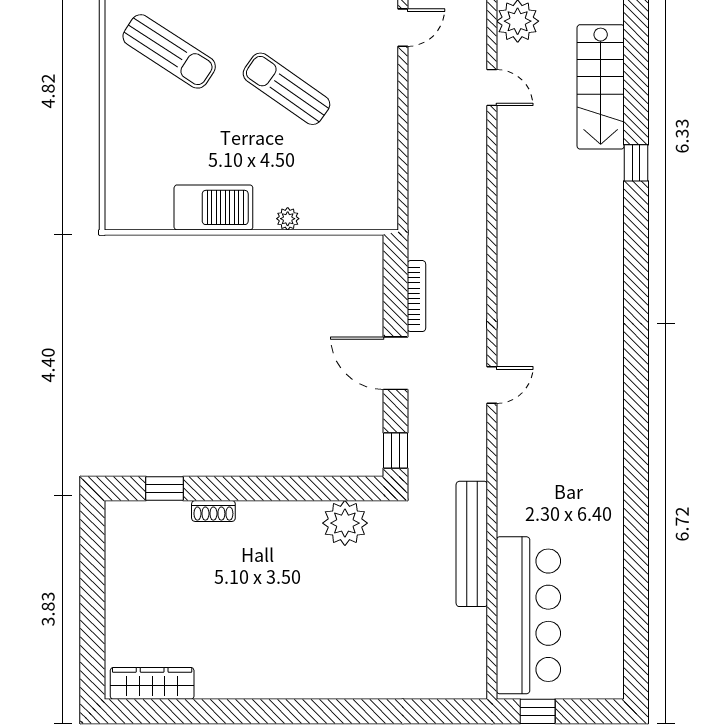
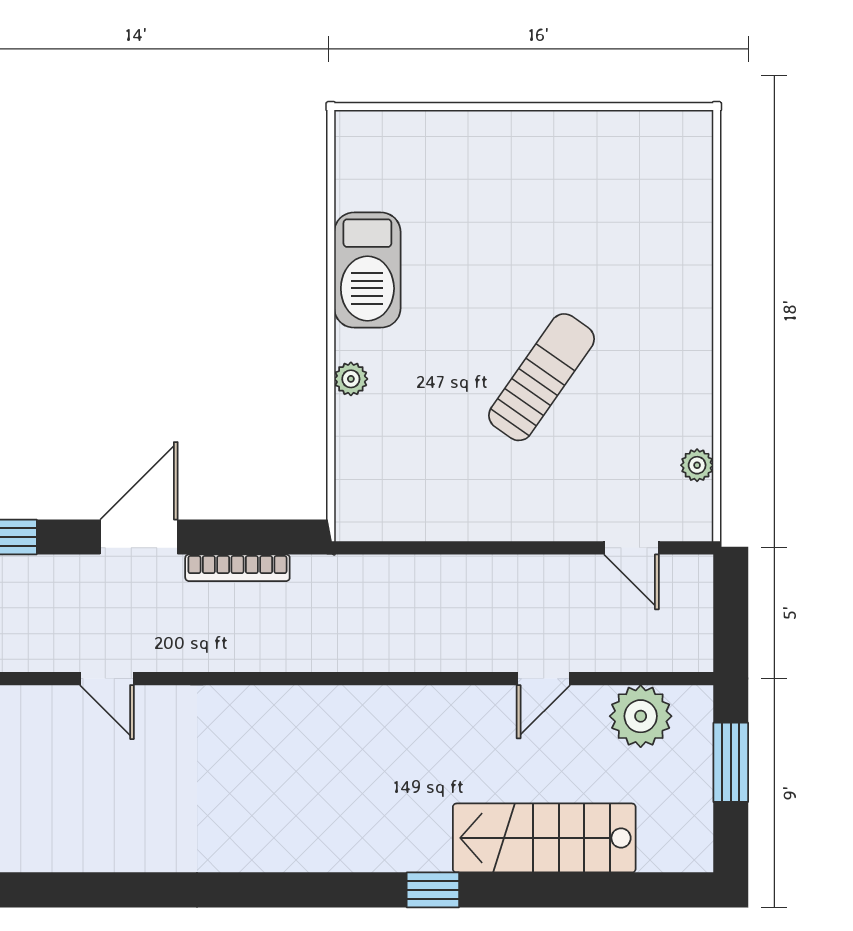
sun lounger: (169, 51) -> (596, 205), removed

